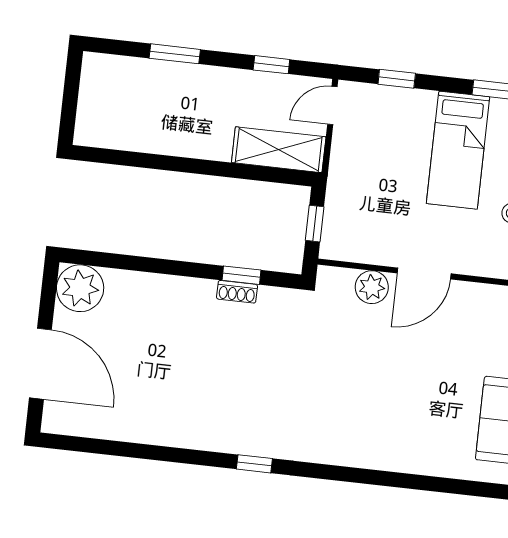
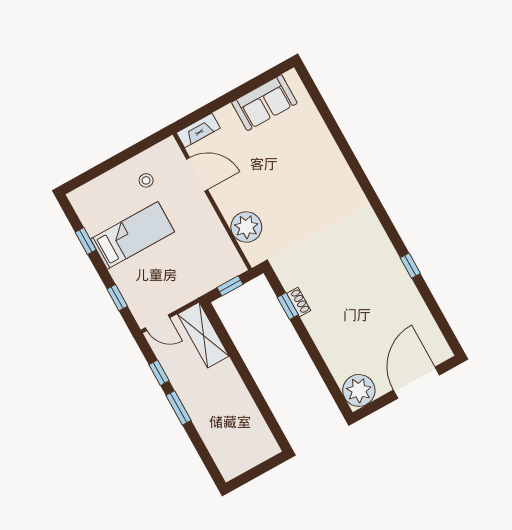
window: (175, 54) -> (179, 408), moved
door: (424, 273) -> (197, 174), moved
plant: (372, 287) -> (246, 227), width x1.36, depth x1.36
window: (254, 464) -> (410, 266), moved

